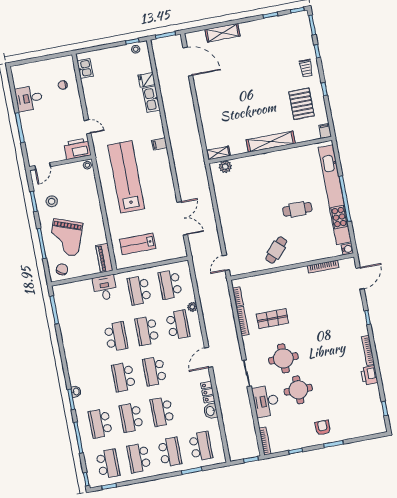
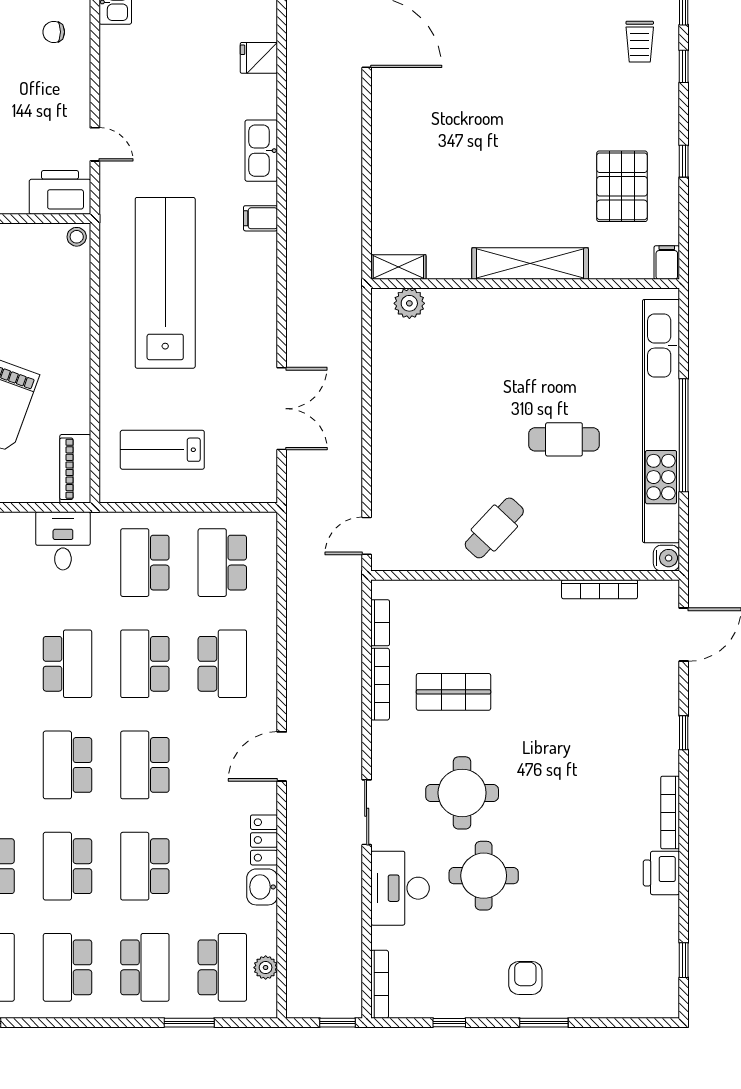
trolley: (306, 68) -> (640, 42), moved
kitchen sink: (151, 99) -> (261, 151), moved
plant: (192, 307) -> (266, 968), moved

